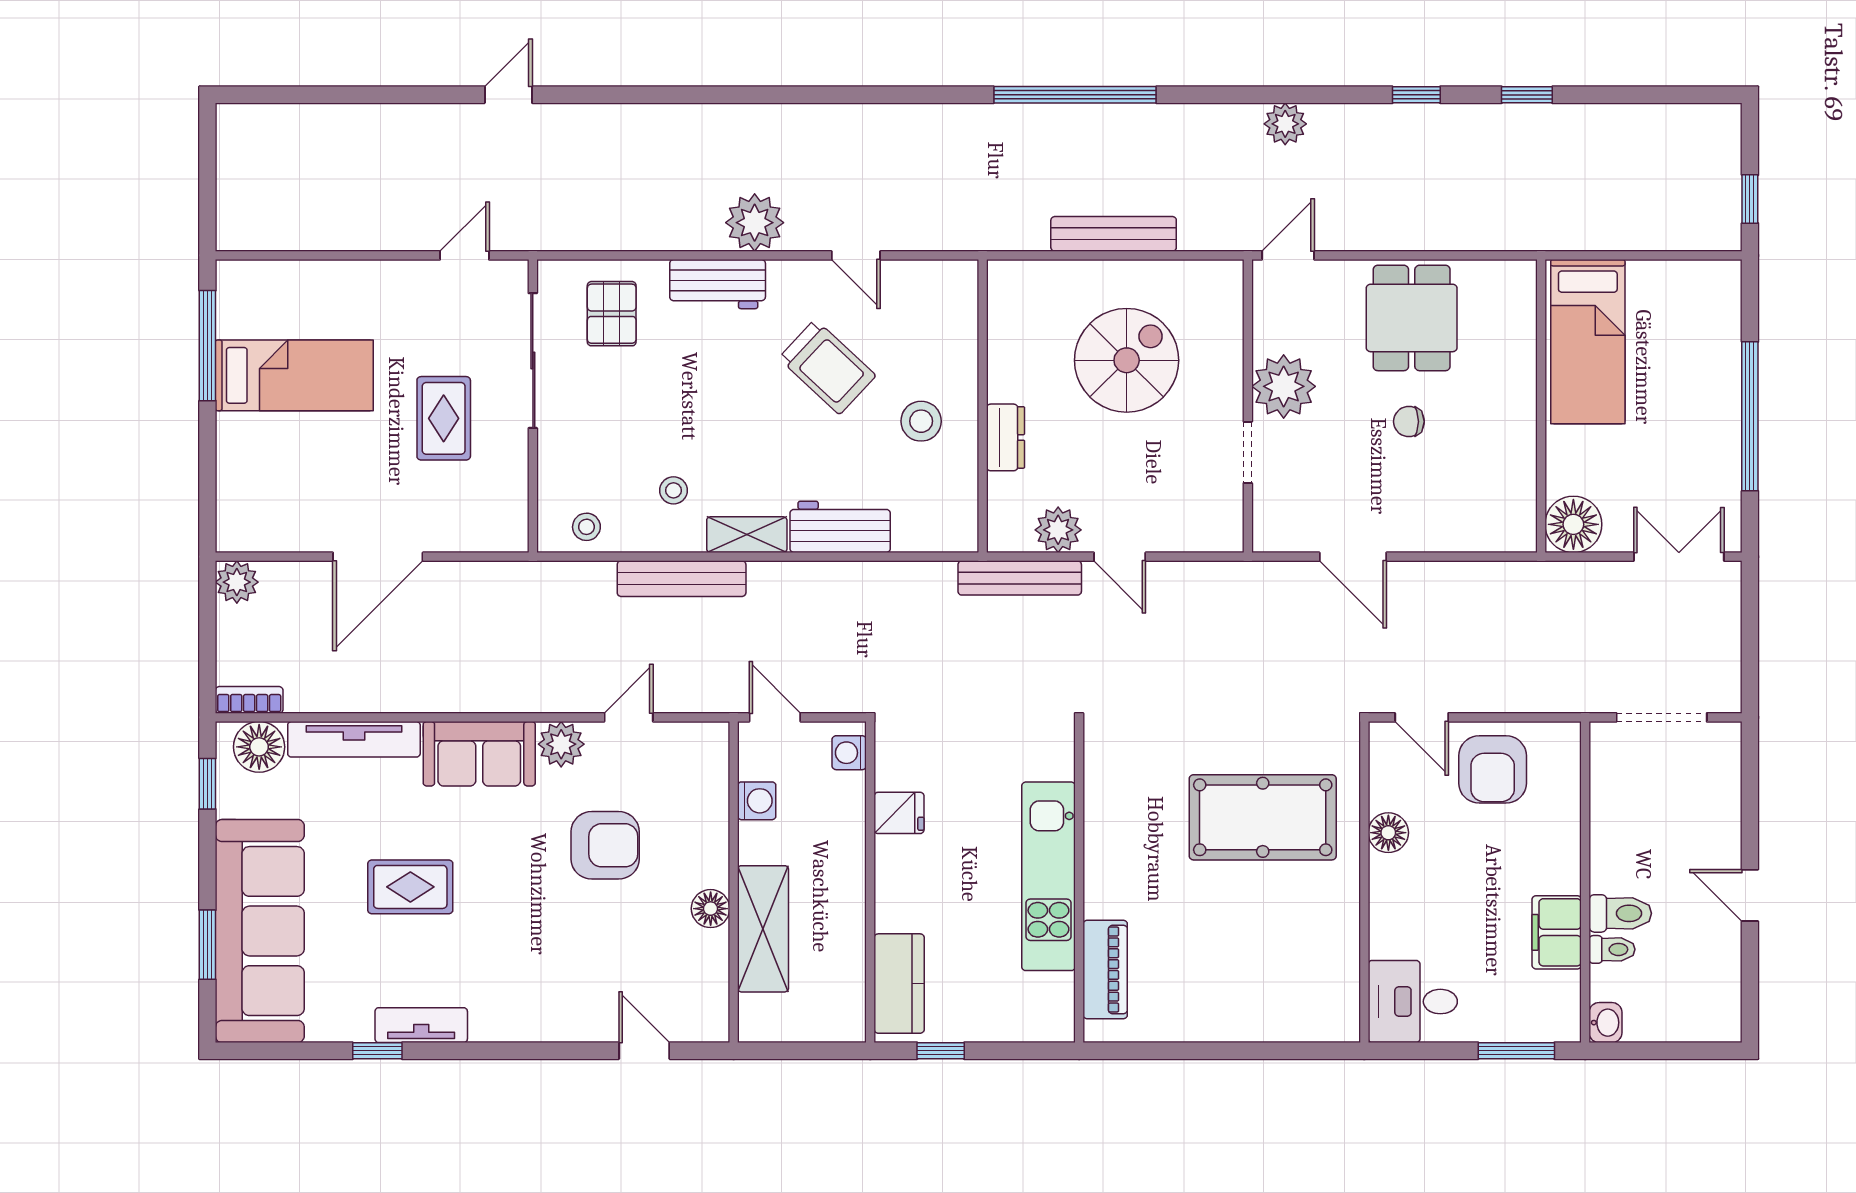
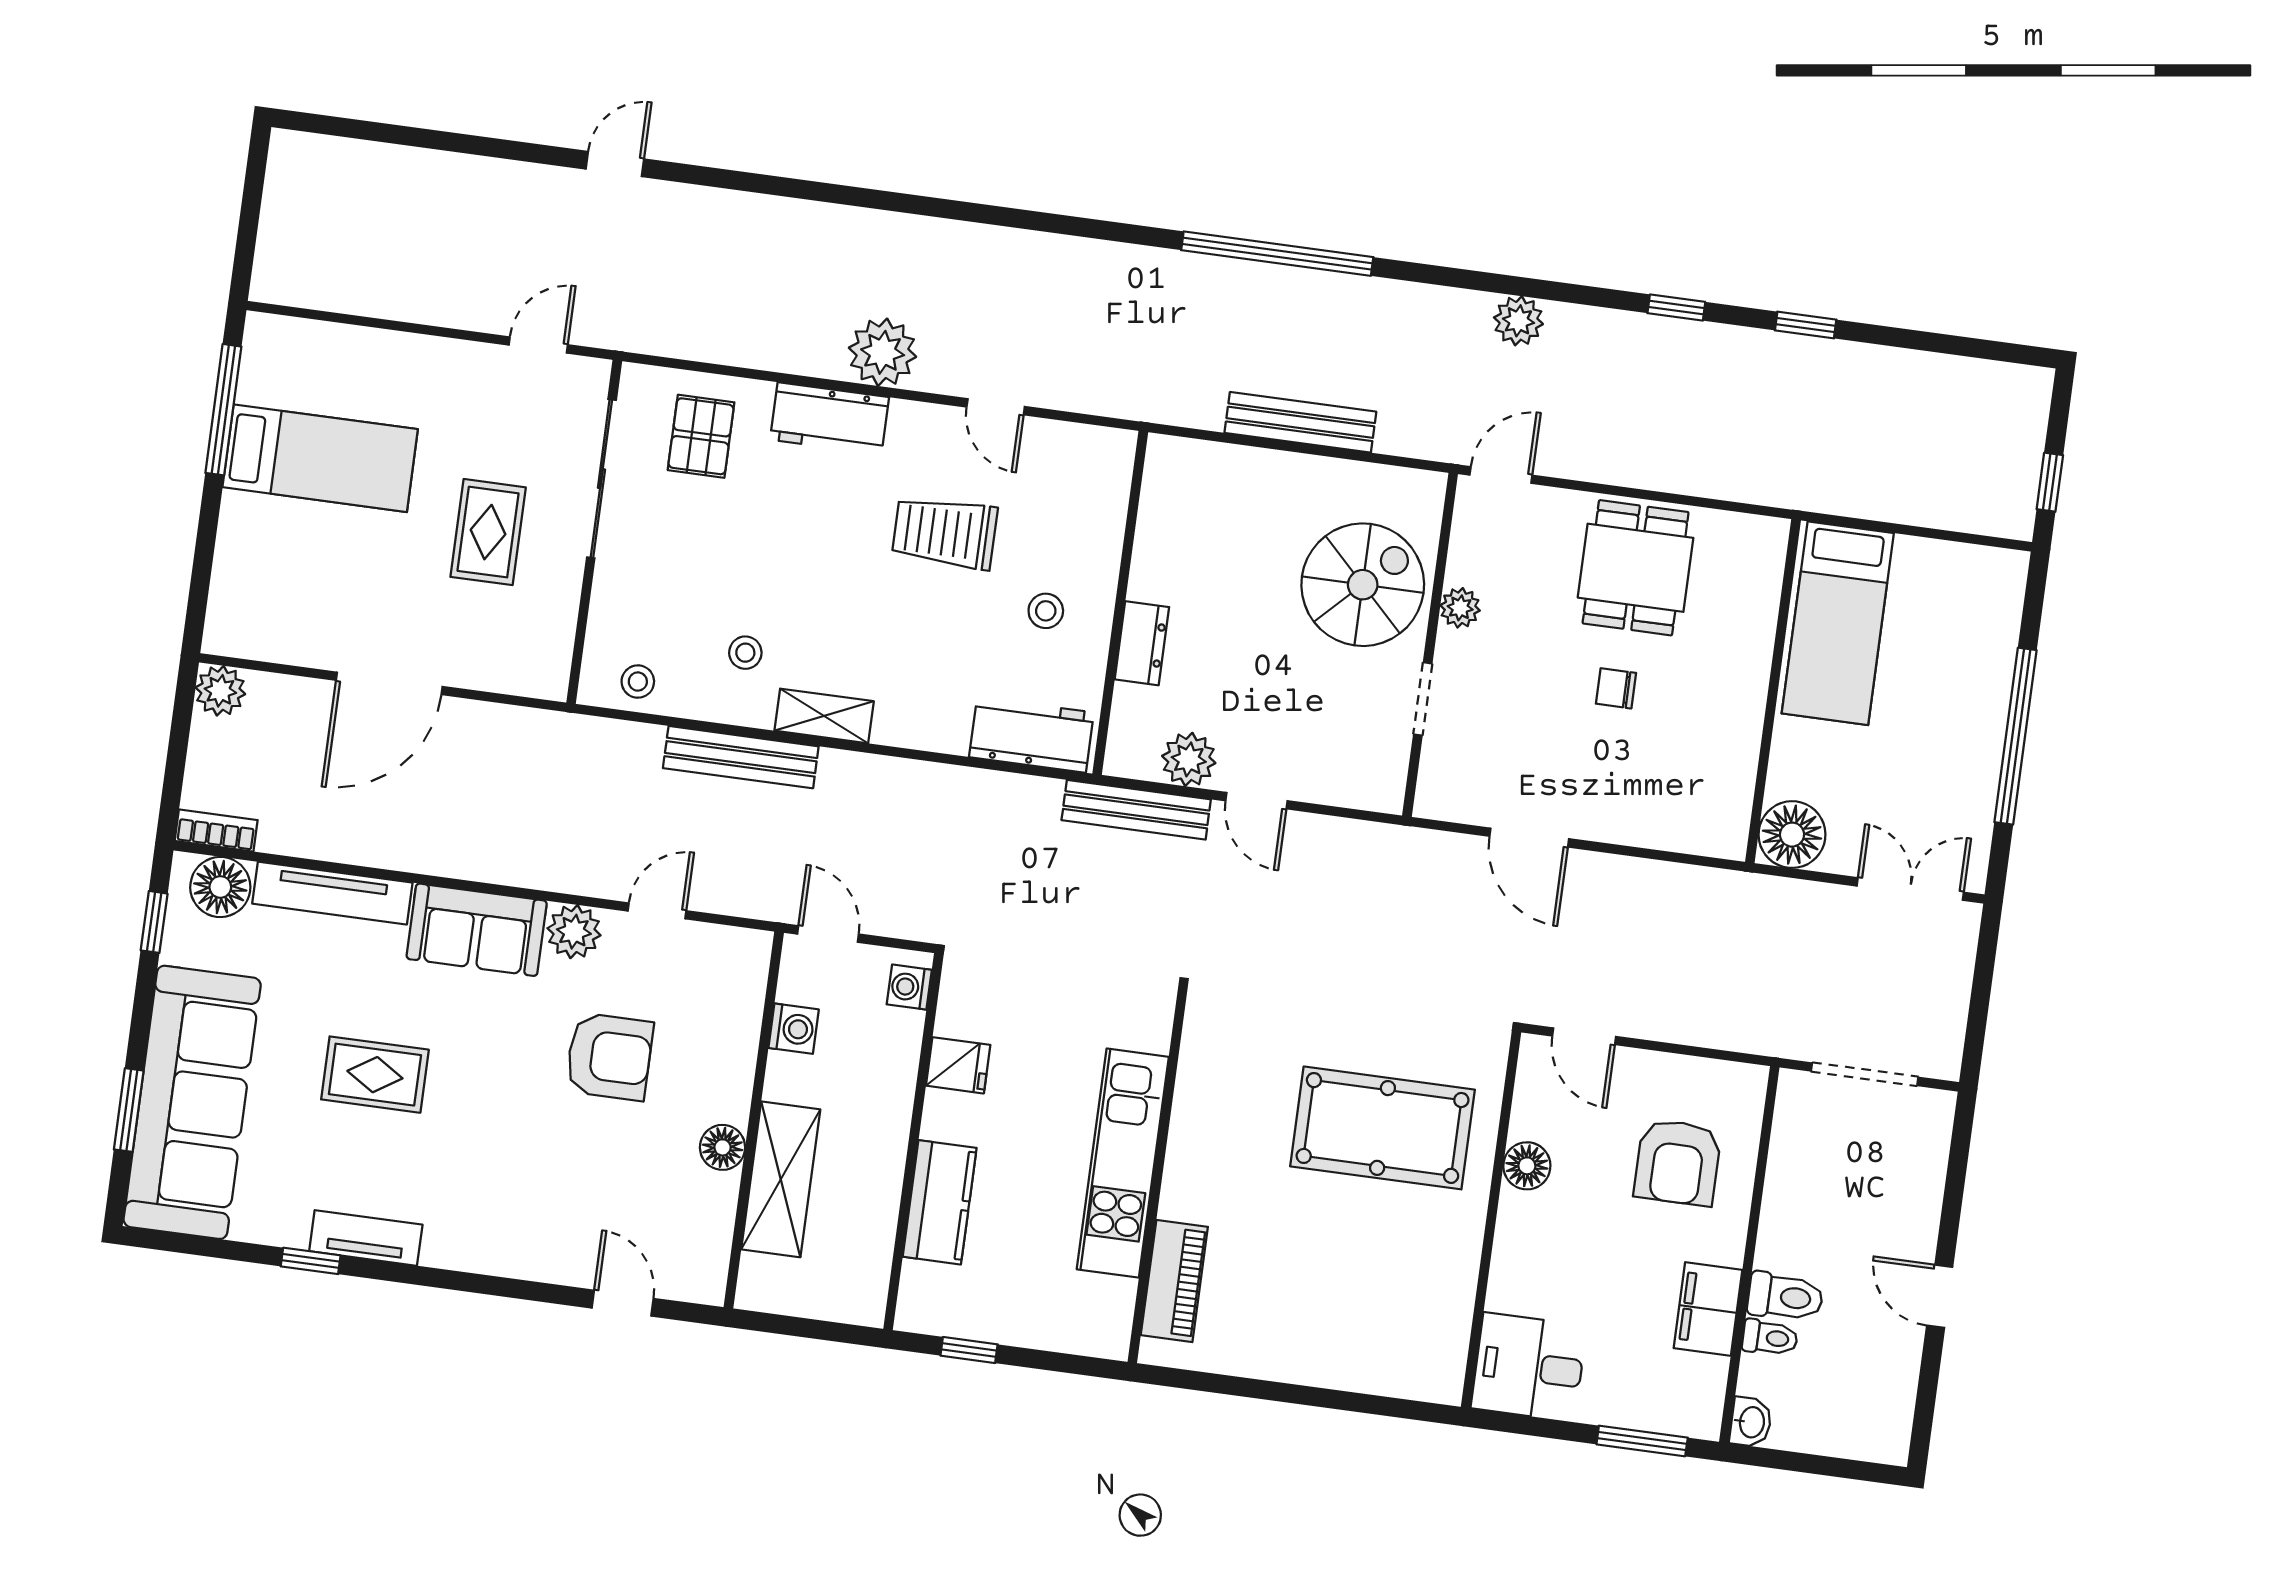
spiral stairs: (1127, 360) -> (1363, 585), moved
trolley: (827, 367) -> (945, 533), turned 137
plant: (1284, 386) -> (1460, 608), width x0.53, depth x0.53
stool: (921, 421) -> (1046, 611), width x0.73, depth x0.73
workbench: (840, 527) -> (1031, 735), moved
armchair: (1493, 769) -> (1678, 1162), moved
kitchen counter: (899, 984) -> (940, 1202), moved

